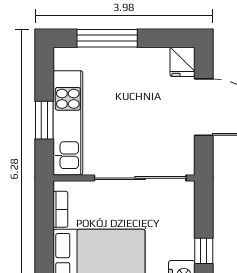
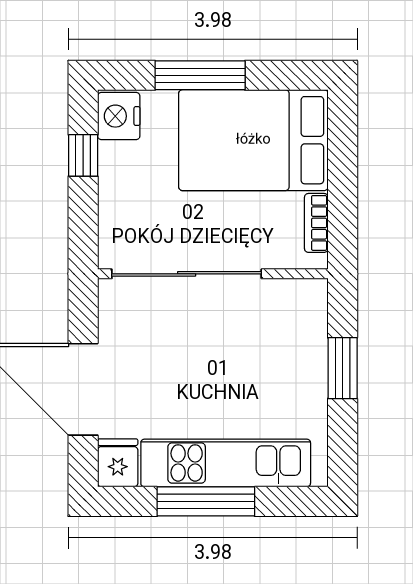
window: (107, 38) -> (206, 501), moved
kitchen unit: (68, 123) -> (226, 463), moved, turned 90

